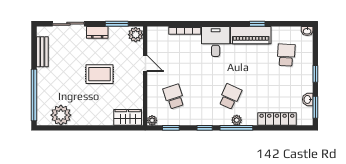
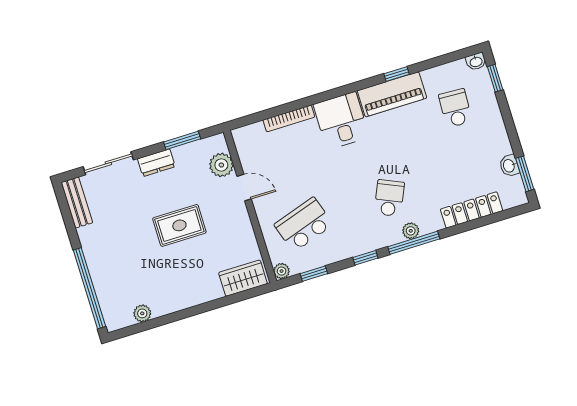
plant: (136, 35) -> (221, 165), moved
bench: (42, 52) -> (77, 203), moved
window: (315, 74) -> (495, 78), moved
school desk: (174, 97) -> (304, 225), width x1.85
plant: (61, 115) -> (142, 313), width x0.53, depth x0.53

